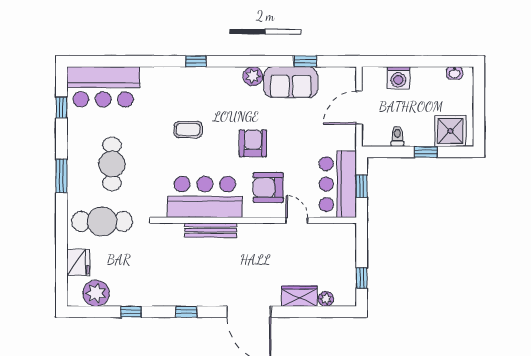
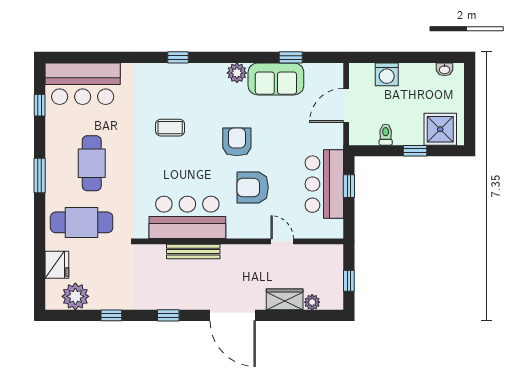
bar counter: (205, 197) -> (187, 217), moved
wall: (256, 220) -> (240, 241), moved
door: (297, 220) -> (282, 241), moved
bench: (211, 230) -> (193, 252), moved

